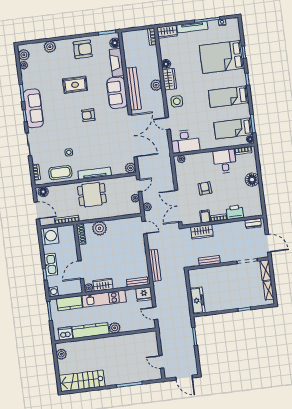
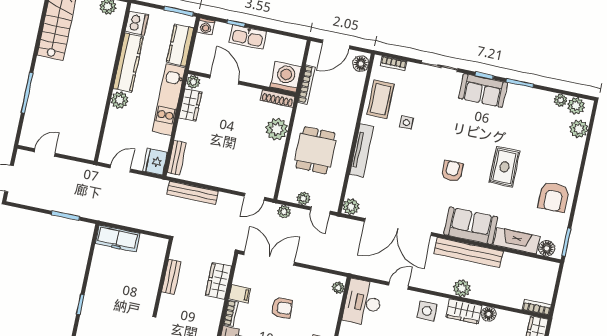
plant: (50, 47) -> (579, 129), moved
sofa: (33, 108) -> (483, 90), width x0.73
dining table: (92, 195) -> (315, 150), moved
washing machine: (50, 236) -> (286, 77), moved, turned 180

